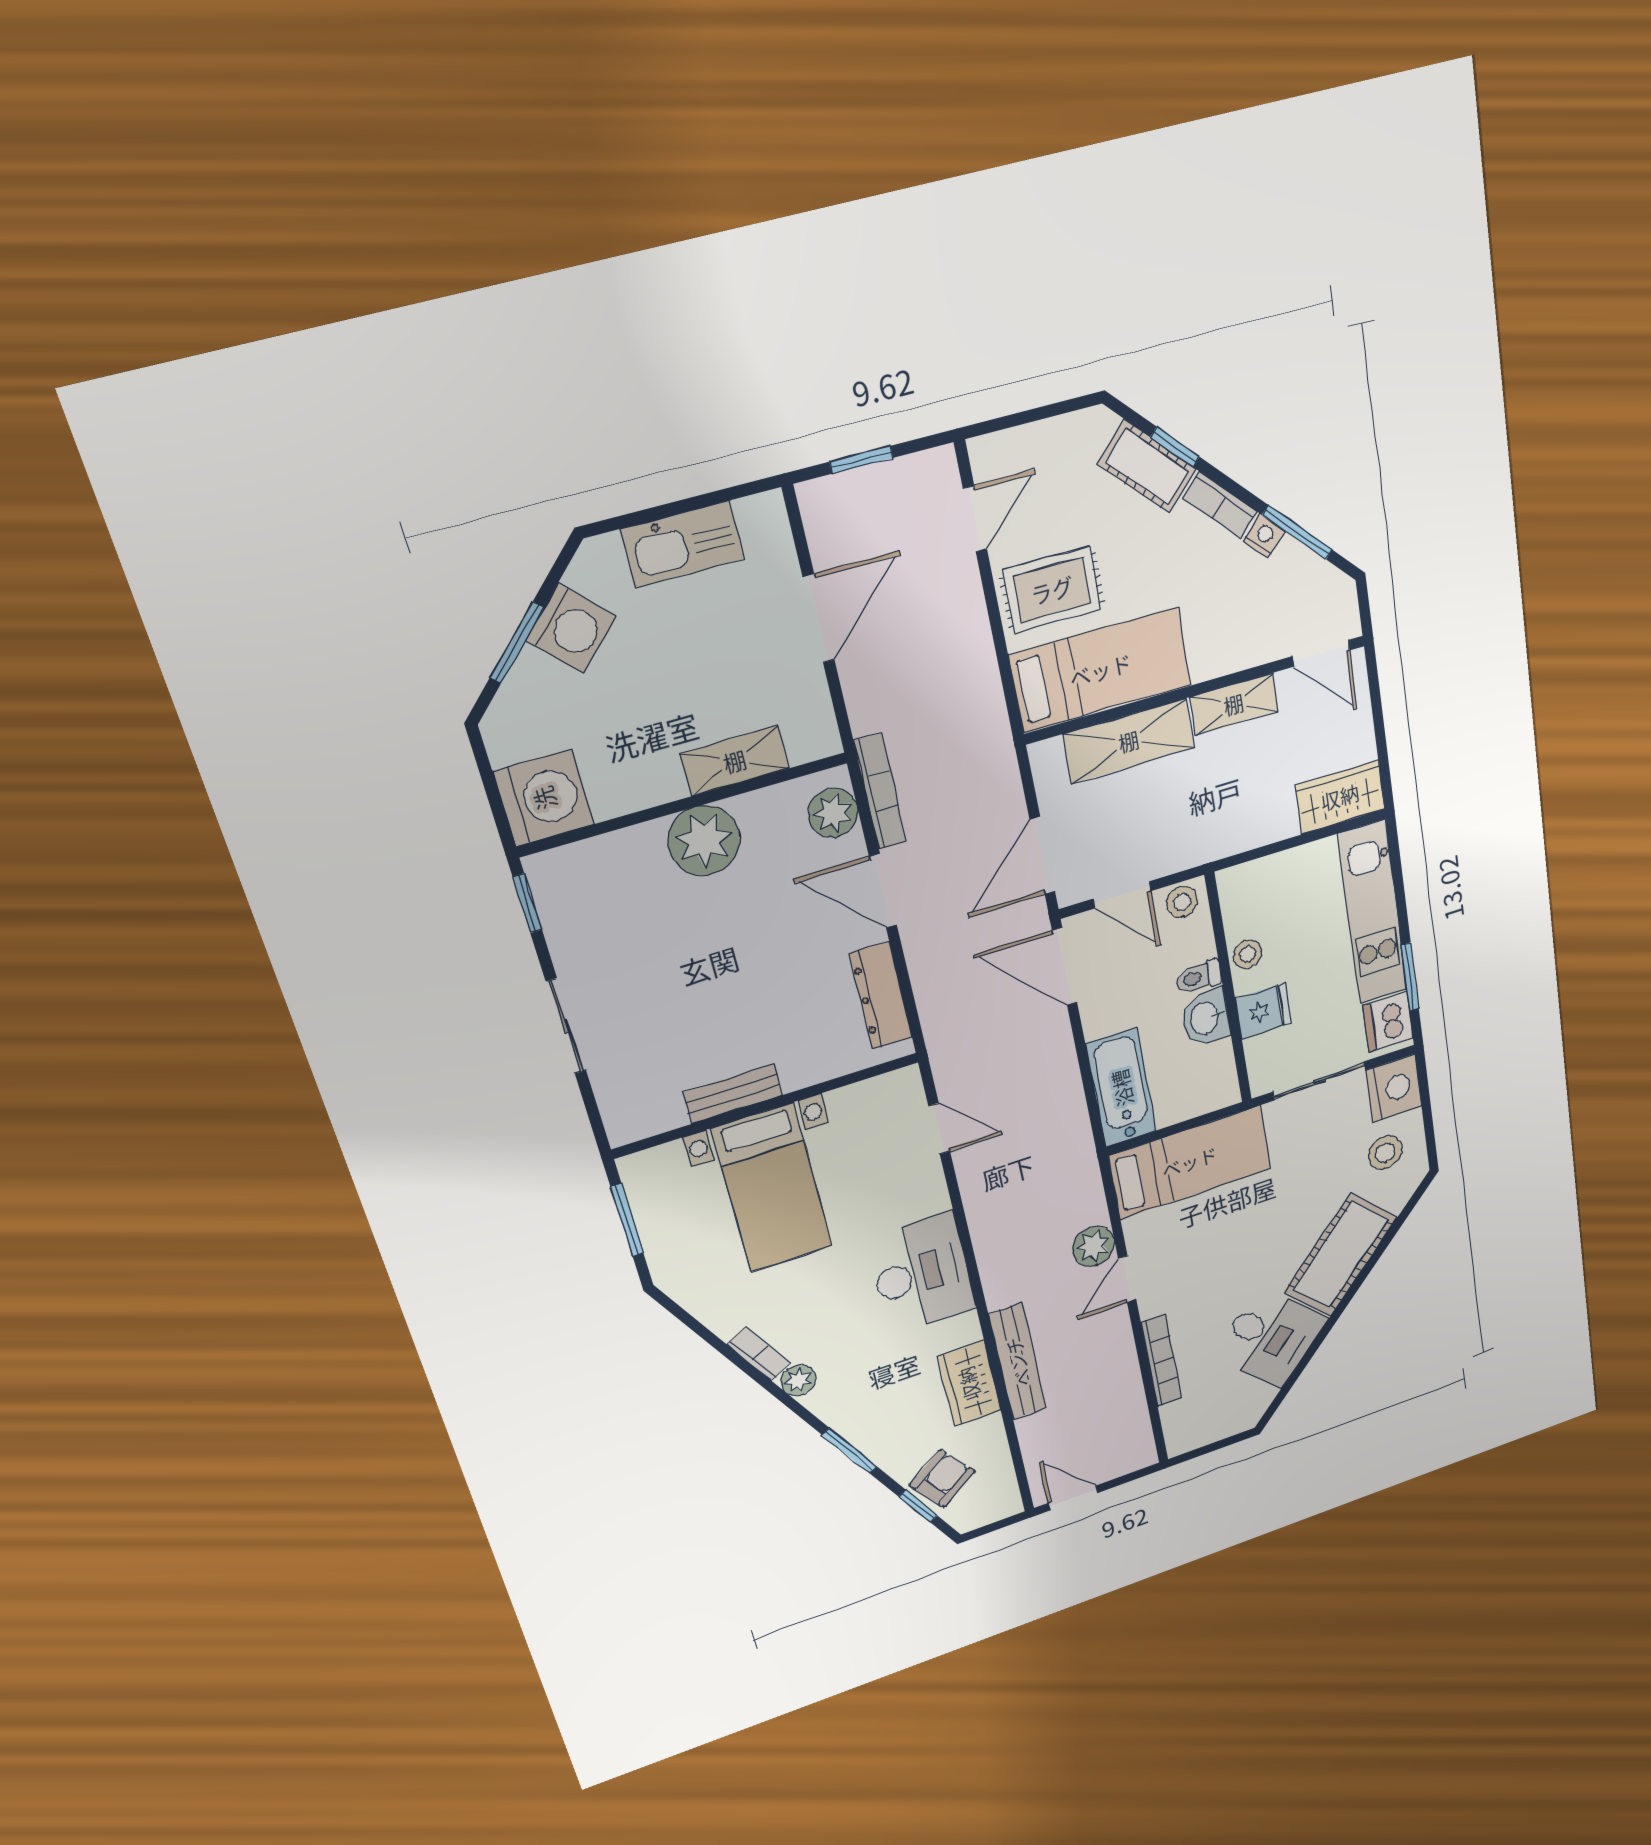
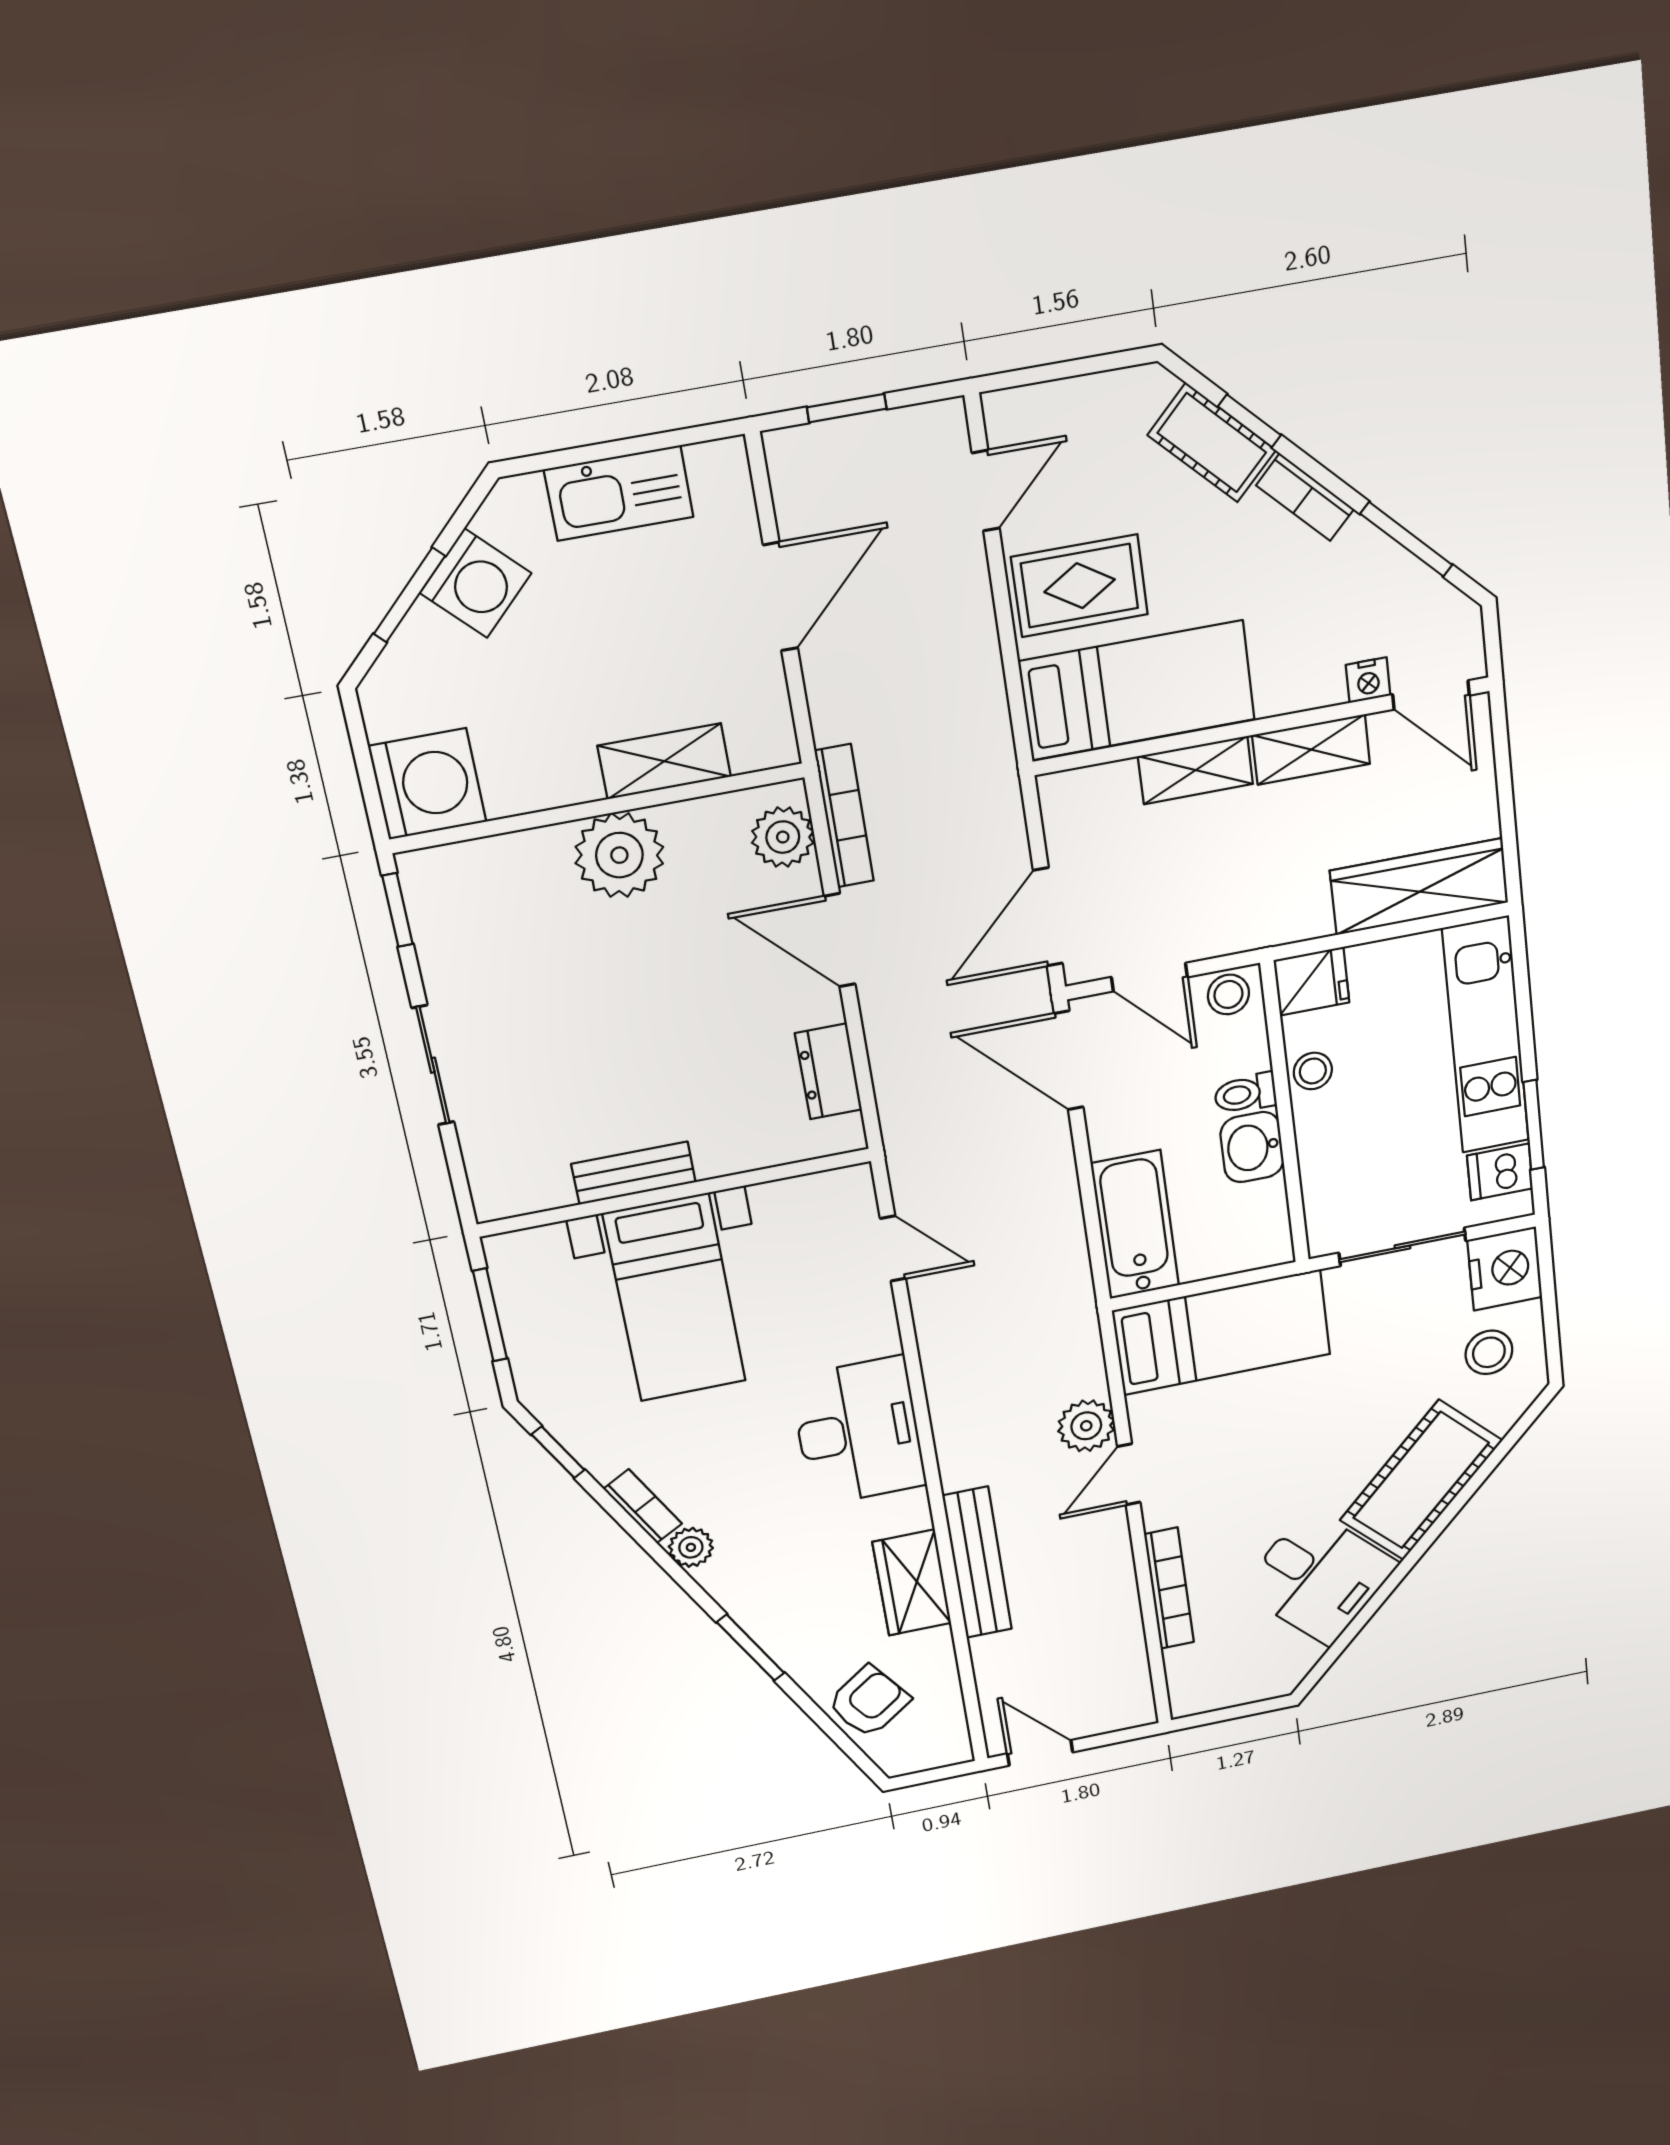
nightstand: (1264, 536) -> (1368, 680), moved, turned 135
shelving: (1129, 741) -> (1195, 770), width x0.67, depth x0.75
wardrobe: (1340, 797) -> (1419, 887), width x1.50
dresser: (881, 996) -> (829, 1071), width x0.70
fridge: (1263, 1011) -> (1312, 981), moved
dishwasher: (1388, 1022) -> (1500, 1172), width x0.73
window: (918, 1506) -> (558, 1452), moved

